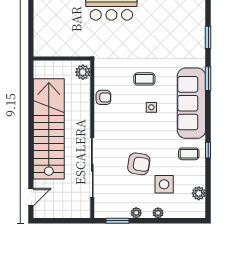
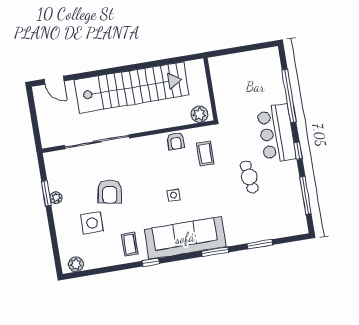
cafe table: (146, 37) -> (249, 177), added
coffee table: (144, 79) -> (205, 154), moved
window: (208, 150) -> (151, 262), moved
plant: (199, 193) -> (76, 264), moved
plant: (158, 213) -> (60, 221), removed
window: (117, 221) -> (46, 193), moved

